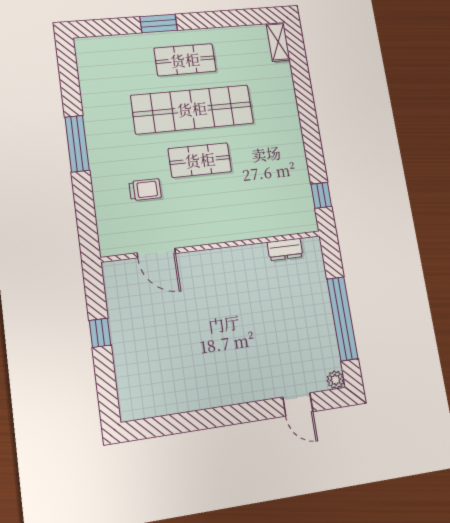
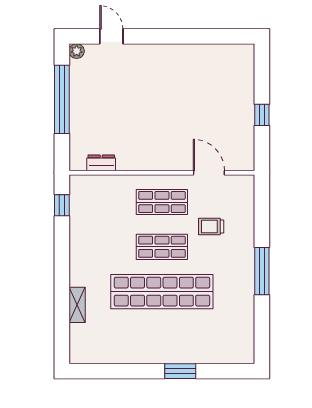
shelving: (278, 42) -> (77, 305), moved
shop shelf: (185, 60) -> (162, 202), moved

